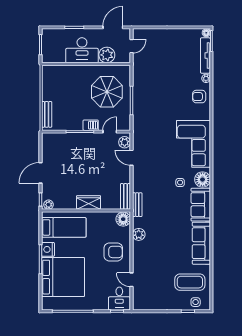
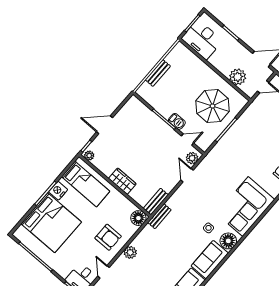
desk: (82, 50) -> (202, 40), moved
bench: (47, 114) -> (158, 73), moved
plant: (139, 234) -> (130, 252), moved

